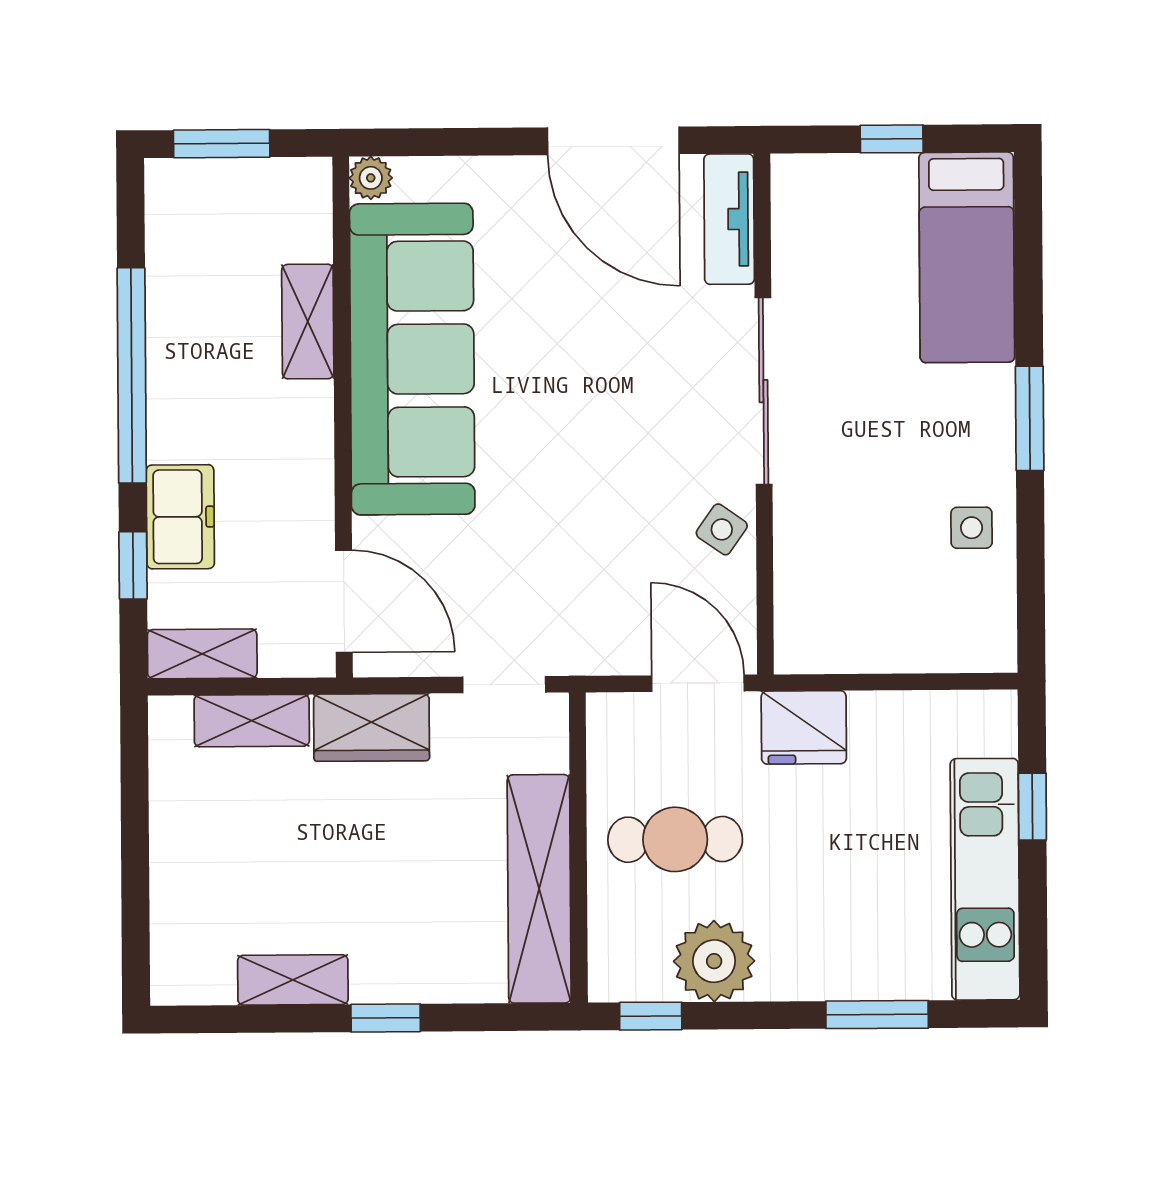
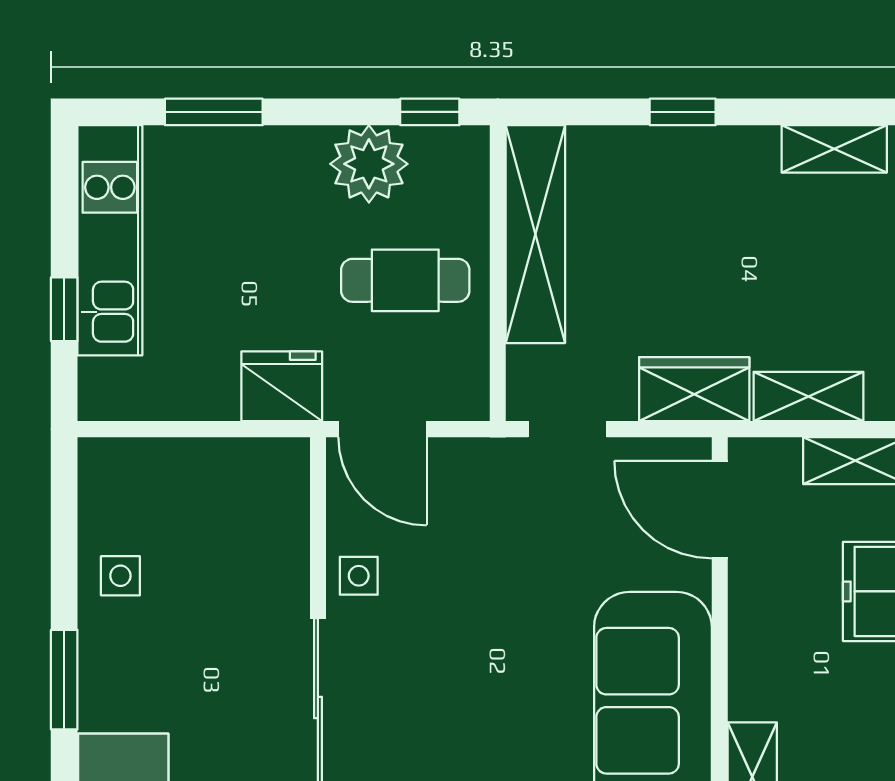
side table: (722, 529) -> (359, 576), turned -35
shelving: (293, 980) -> (834, 149), moved

